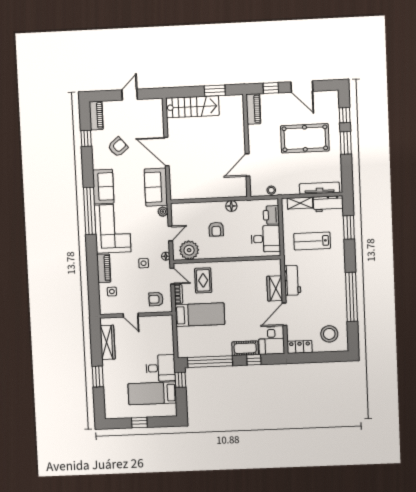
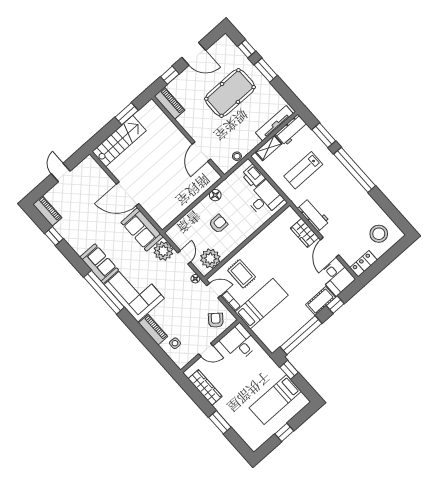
armchair: (118, 147) -> (85, 222), removed
plant: (163, 212) -> (163, 251), width x1.87, depth x1.87
armchair: (216, 229) -> (218, 224), turned -90
side table: (144, 263) -> (182, 299), removed
window: (351, 297) -> (355, 170), moved
armchair: (156, 299) -> (216, 320), turned 129
desk: (161, 368) -> (239, 342), moved, turned -90

